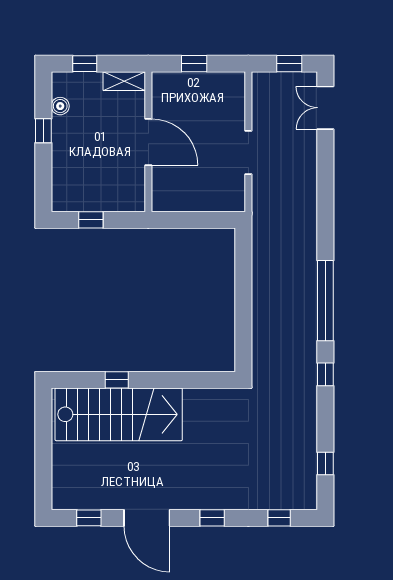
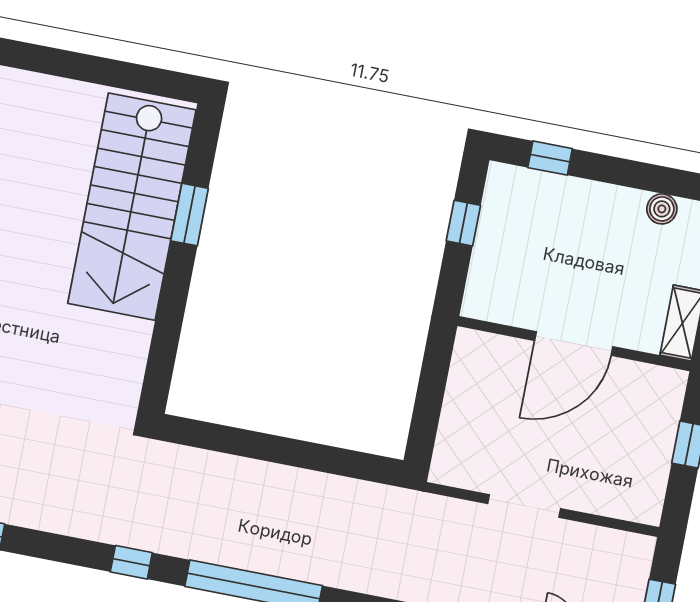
window: (43, 131) -> (550, 158), moved
window: (117, 380) -> (190, 215), width x1.50

